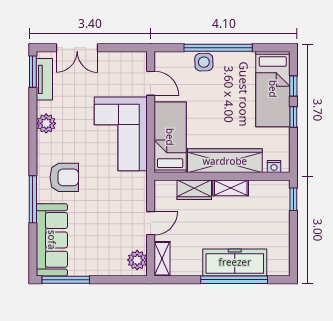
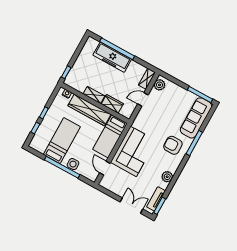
bed: (273, 89) -> (62, 141), moved

